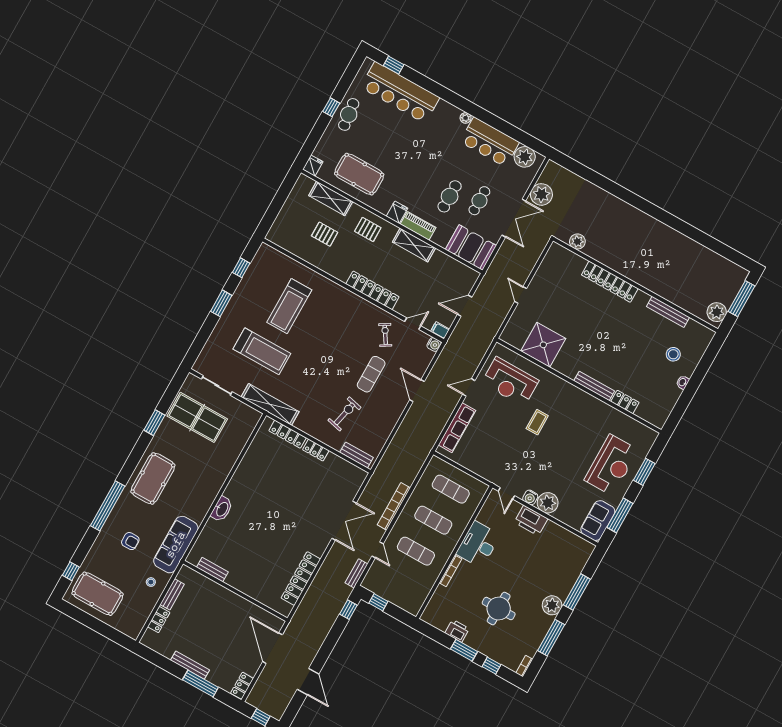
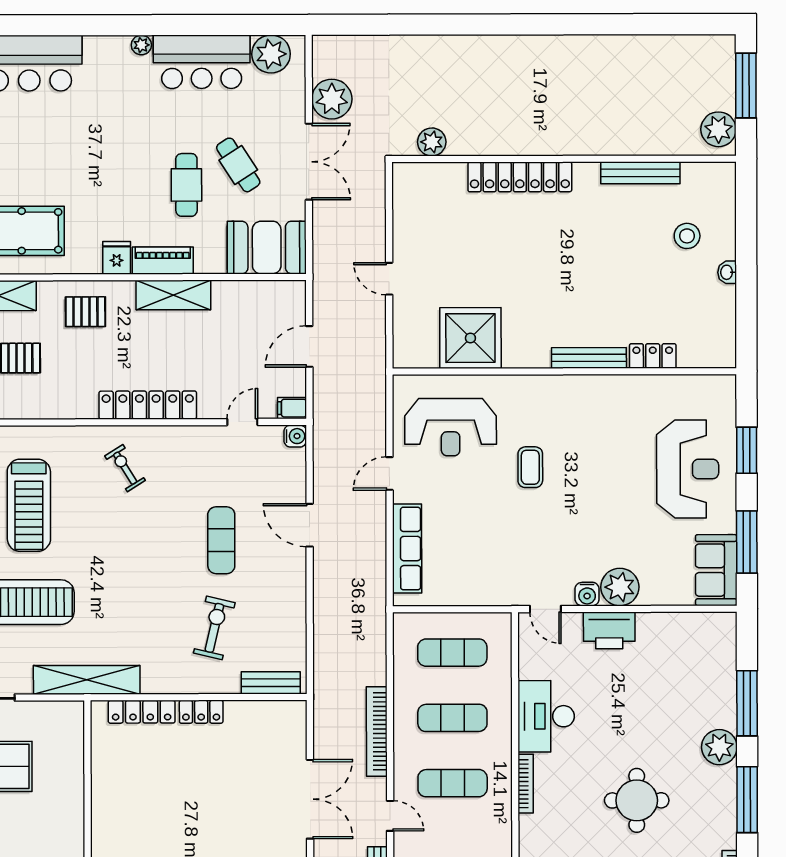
cafe table: (479, 201) -> (238, 165), turned -33
exercise bike: (385, 335) -> (125, 468), moved

